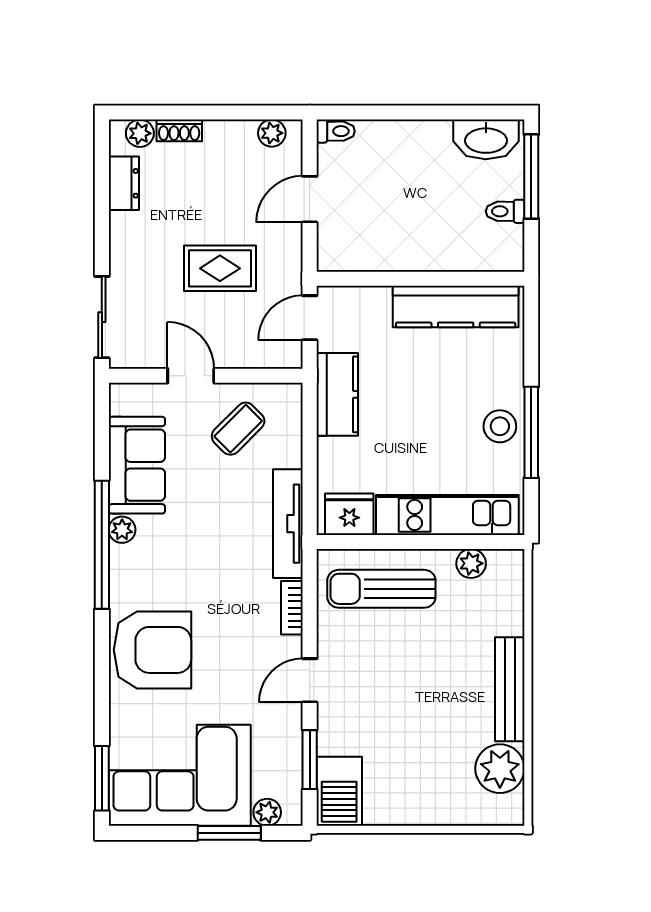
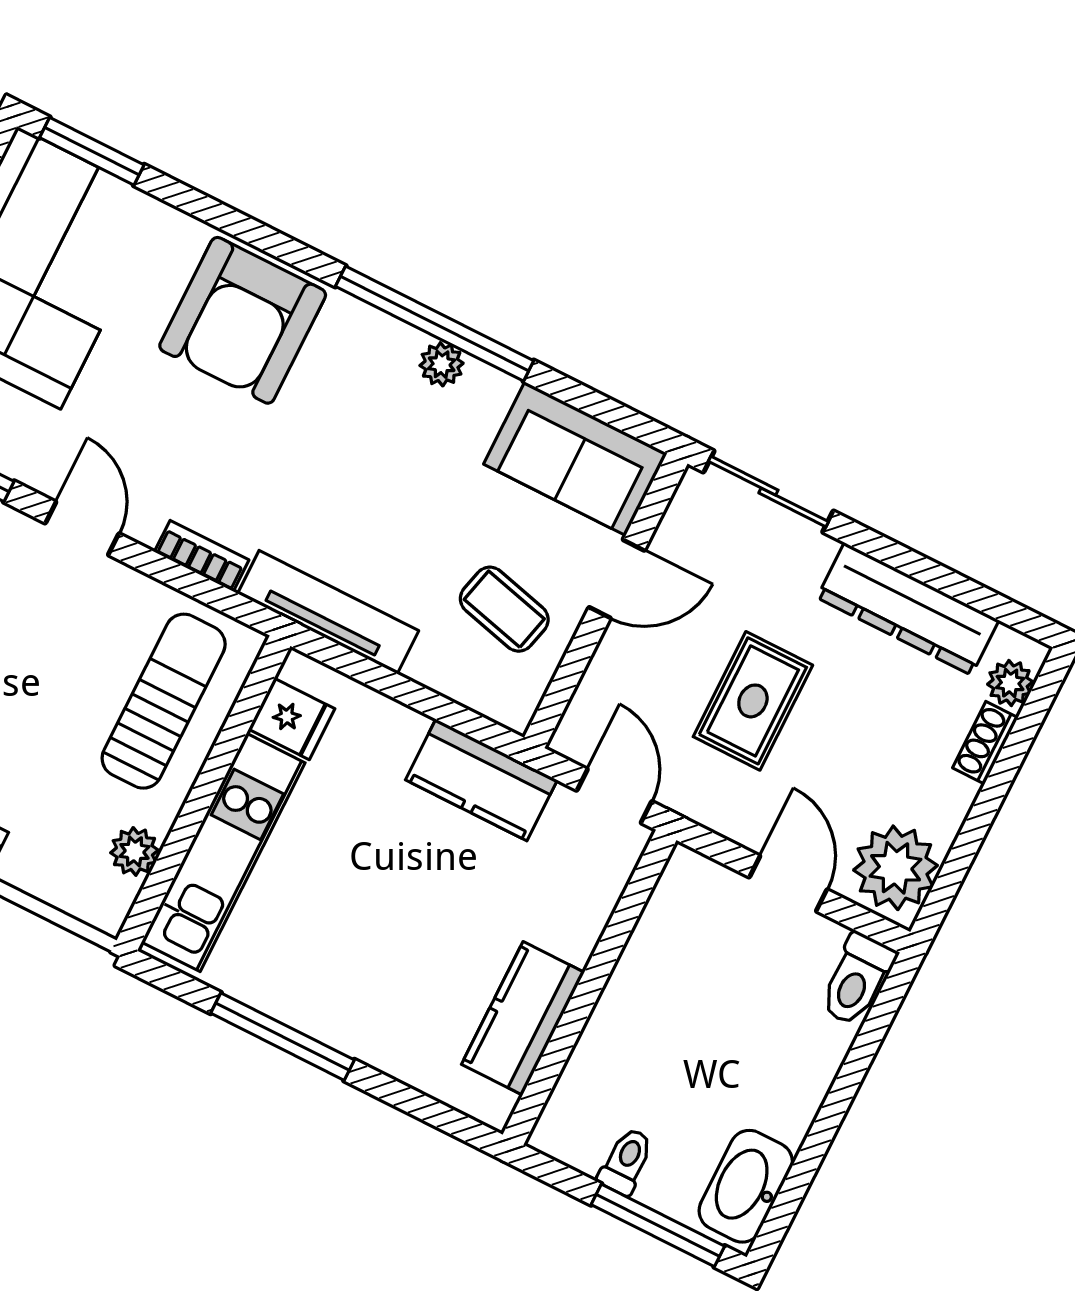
toilet: (336, 131) -> (857, 979), width x1.37, depth x1.39
plant: (272, 133) -> (896, 868), width x1.87, depth x1.87
dresser: (124, 183) -> (908, 609), width x1.96, depth x1.24
kitchen counter: (456, 307) -> (523, 1018), width x0.67
stool: (500, 426) -> (315, 995), removed
coffee table: (238, 429) -> (504, 609), turned -31
sofa: (137, 465) -> (575, 459), moved
fridge: (349, 514) -> (292, 719), width x0.72

